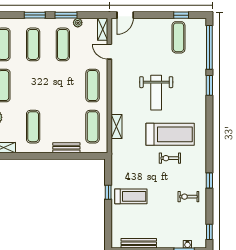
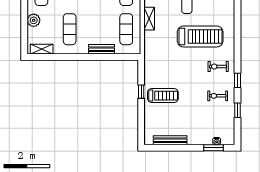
shelving: (117, 127) -> (149, 19), moved
exercise bike: (170, 158) -> (218, 67), moved
window: (209, 232) -> (238, 110), moved

